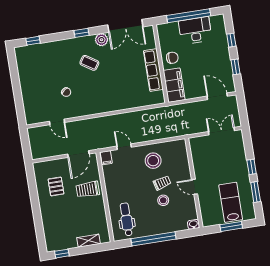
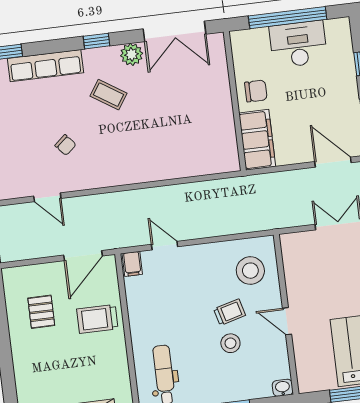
row of seats: (153, 70) -> (45, 66), moved, turned -90
stool: (153, 161) -> (250, 271), moved

